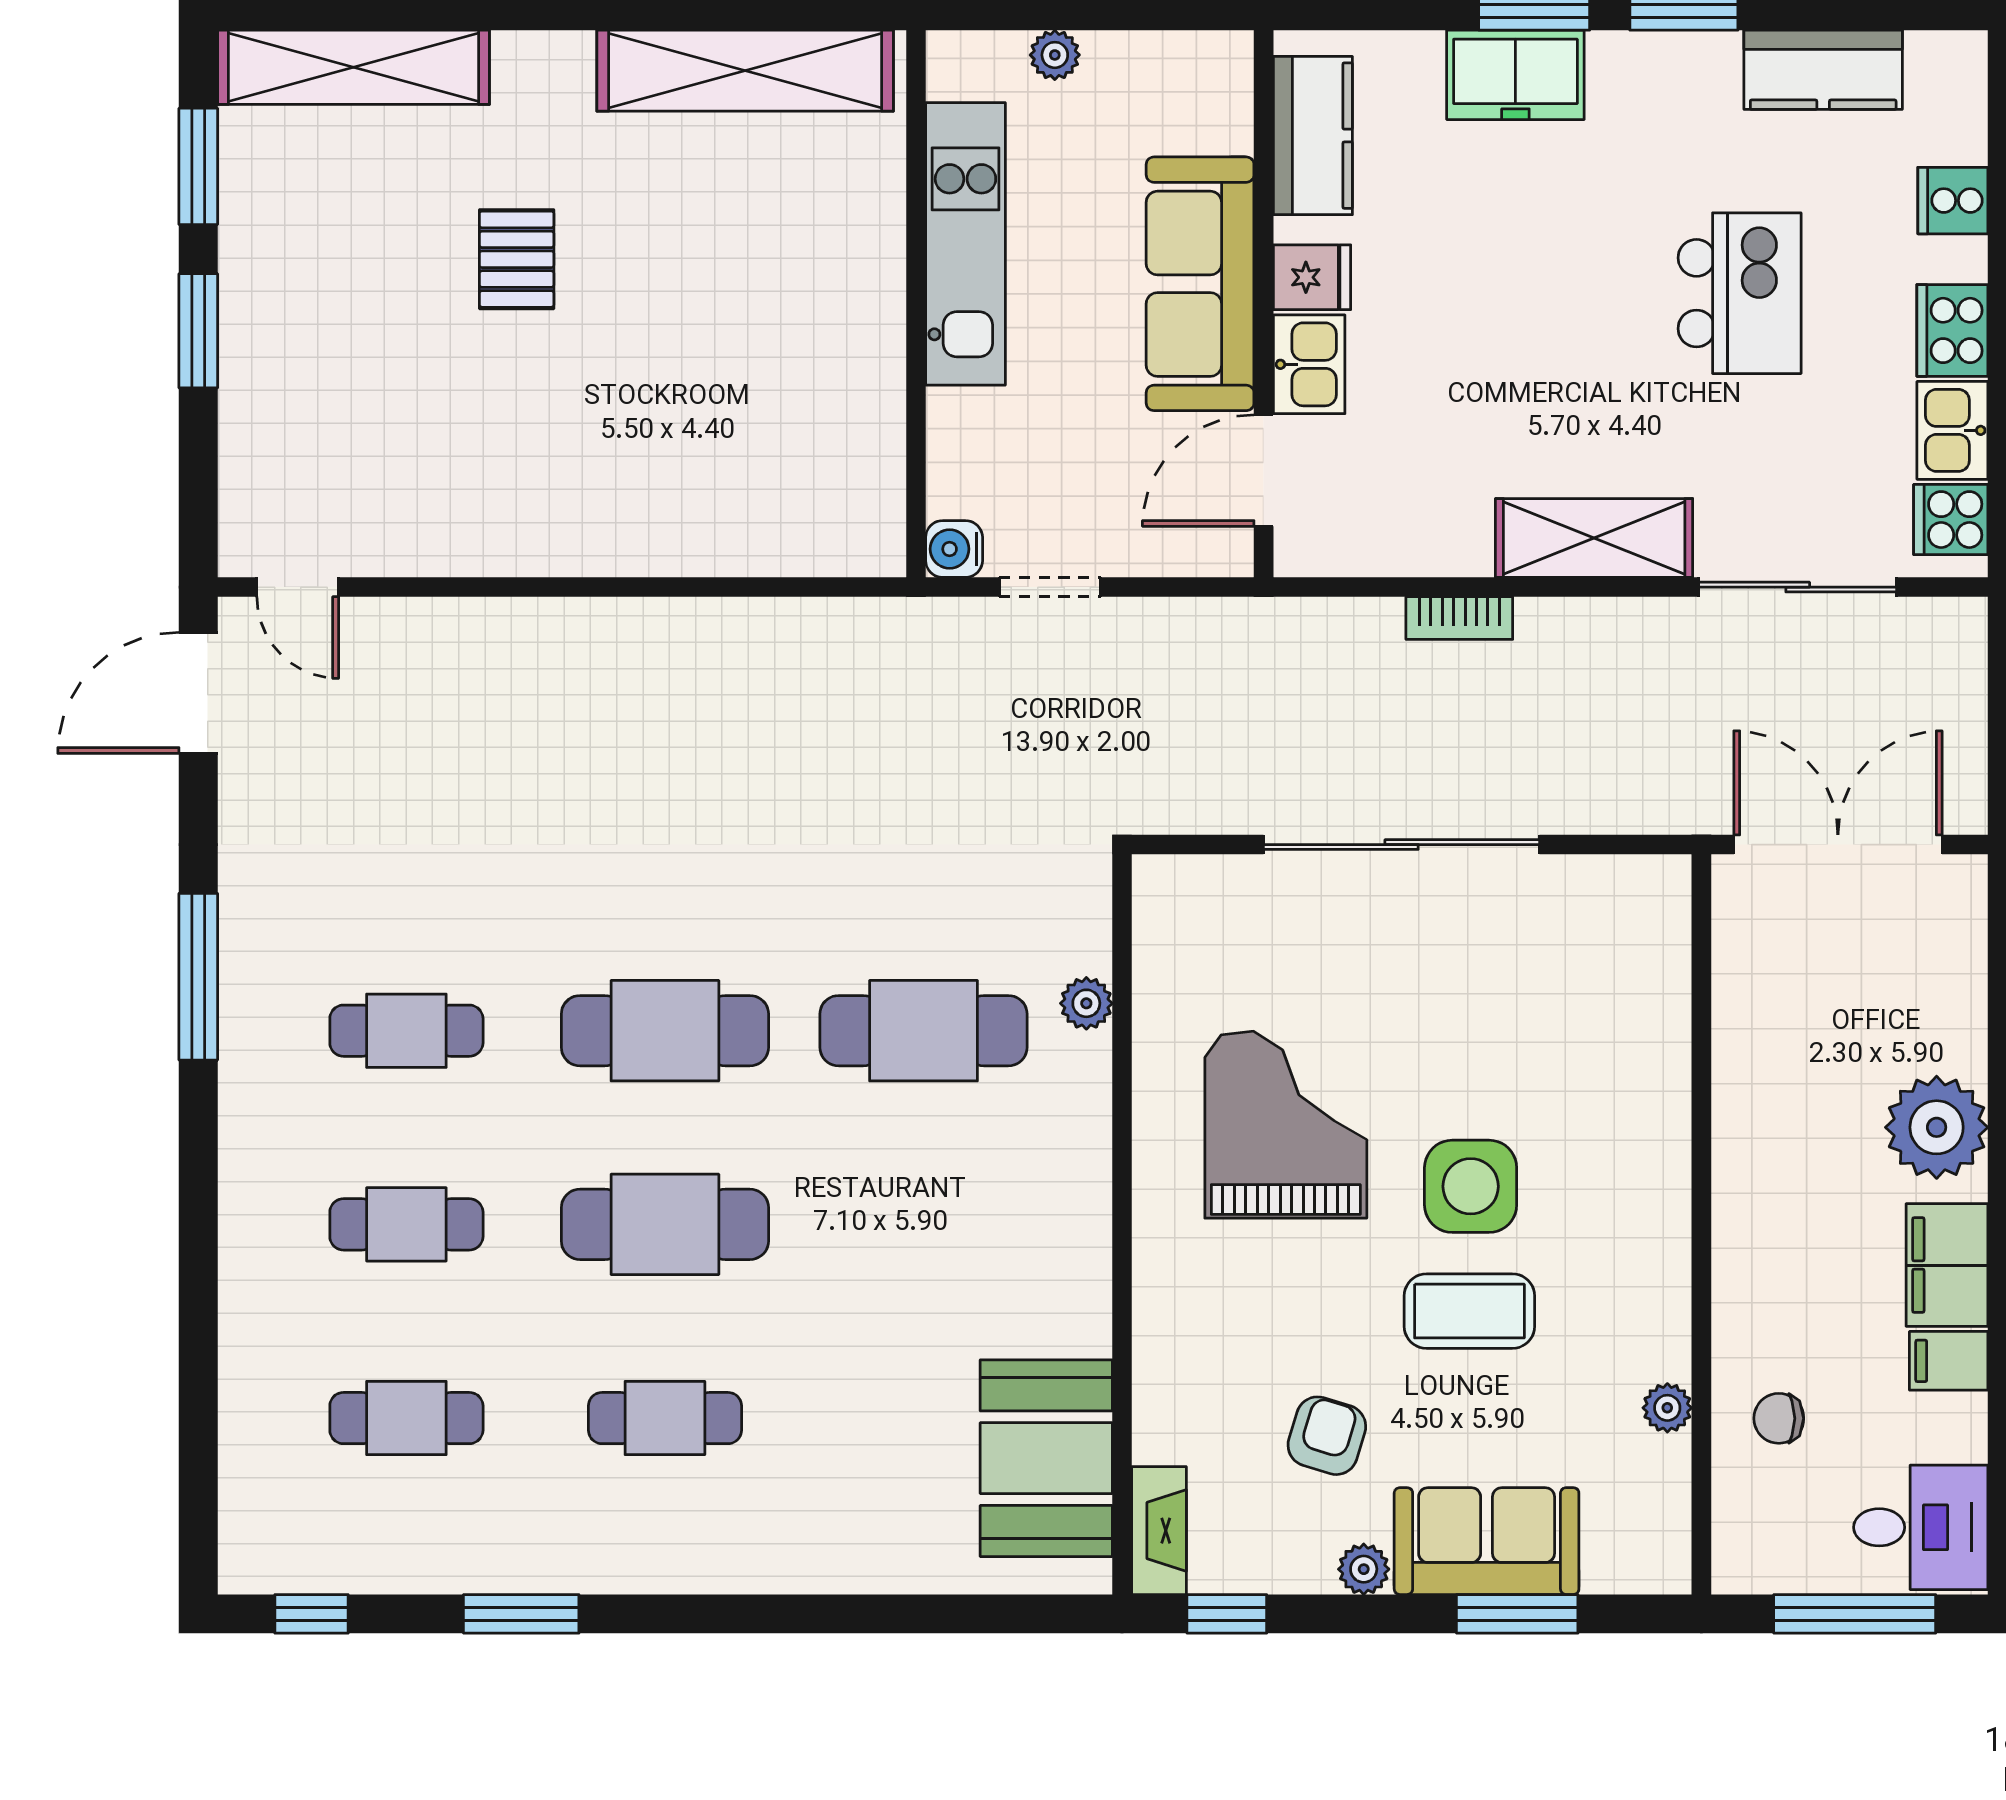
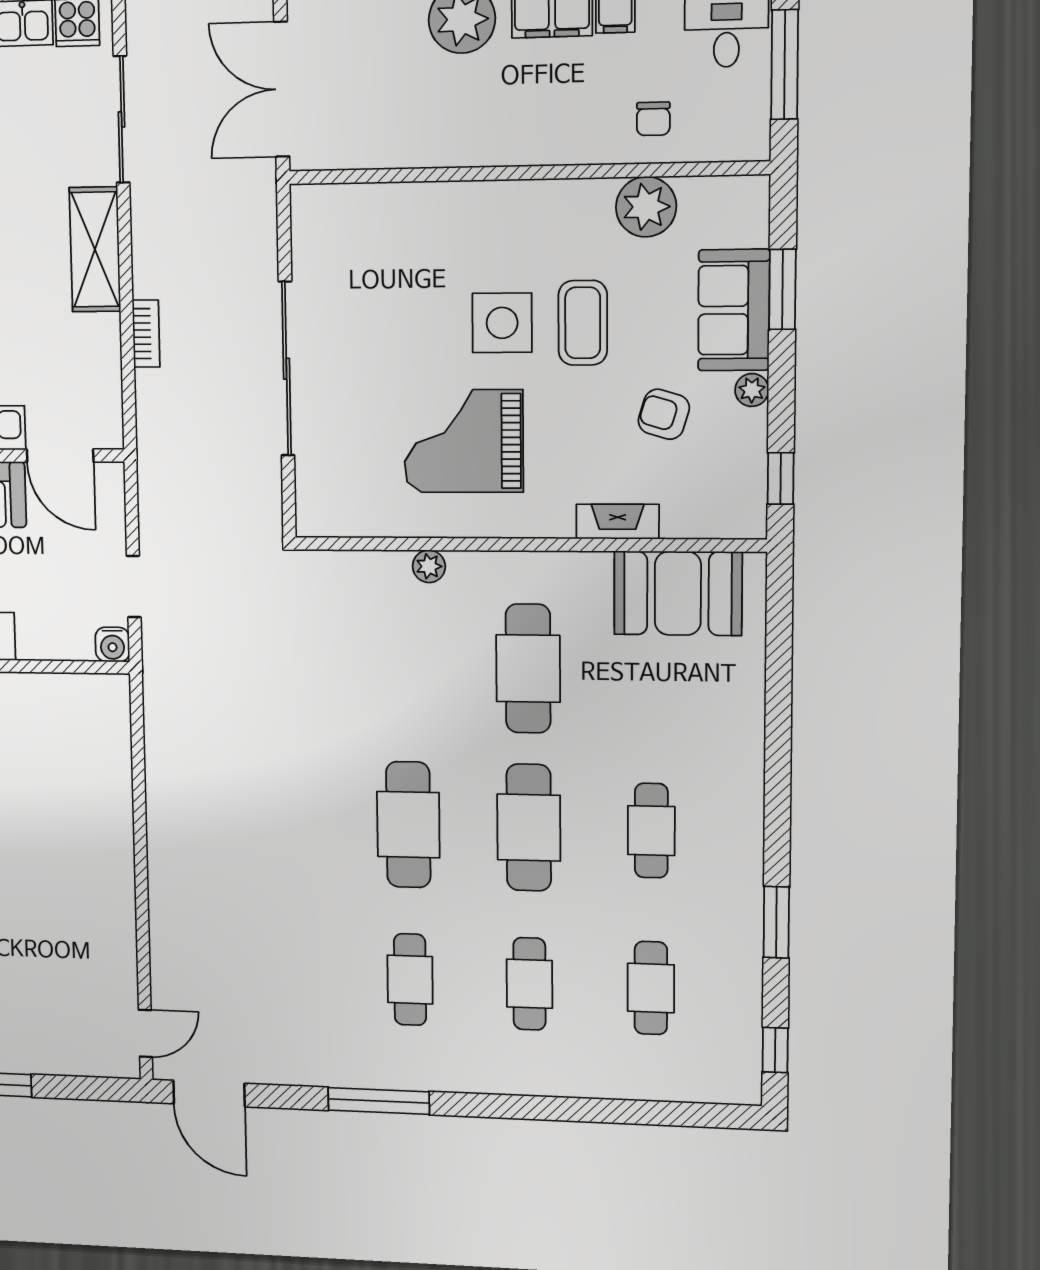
plant: (1086, 1003) -> (429, 566), moved
cafe table: (923, 1031) -> (528, 669), moved
plant: (1667, 1408) -> (646, 207), width x1.87, depth x1.87
fireplace: (1159, 1531) -> (618, 522), moved

